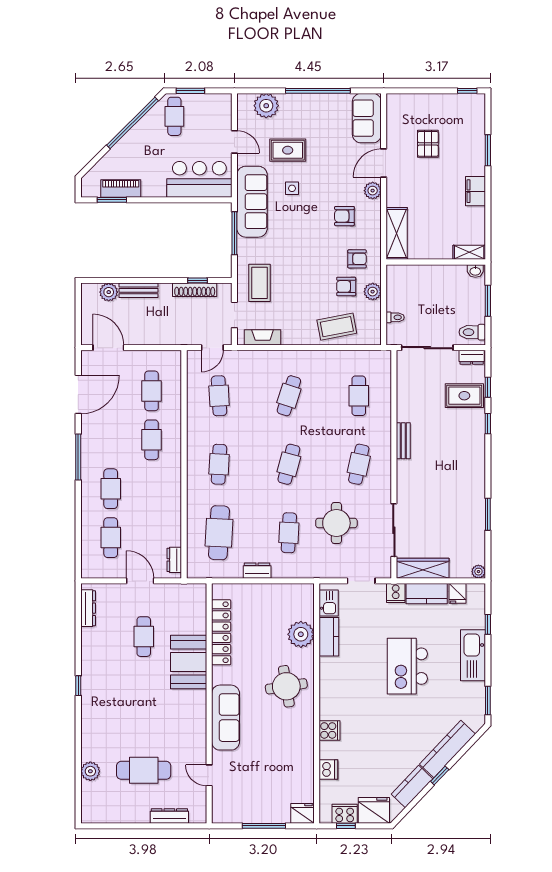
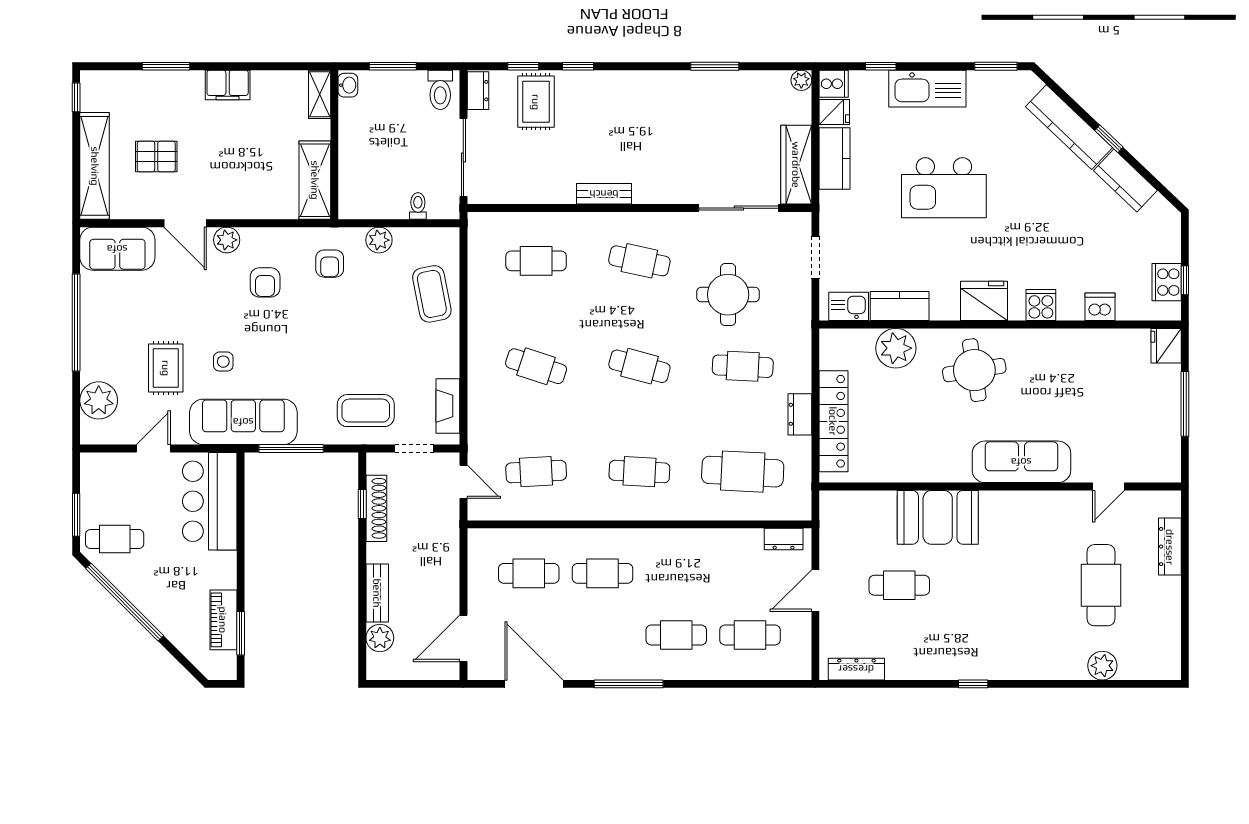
shelving: (422, 103) -> (95, 166), added
shelving: (397, 233) -> (315, 180), moved, turned 90
armchair: (357, 259) -> (330, 264), turned 180
armchair: (346, 286) -> (371, 280), removed
cooker: (396, 593) -> (834, 84), moved
locker: (221, 632) -> (833, 421), moved, turned 90
fridge: (374, 810) -> (984, 301), moved, turned 90

